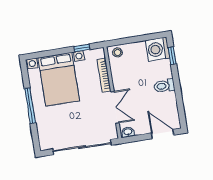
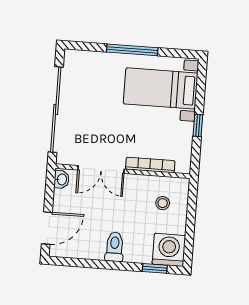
window: (82, 48) -> (198, 125), moved
stool: (117, 52) -> (163, 203), moved
bed with nightstands: (59, 79) -> (161, 88), width x0.73

